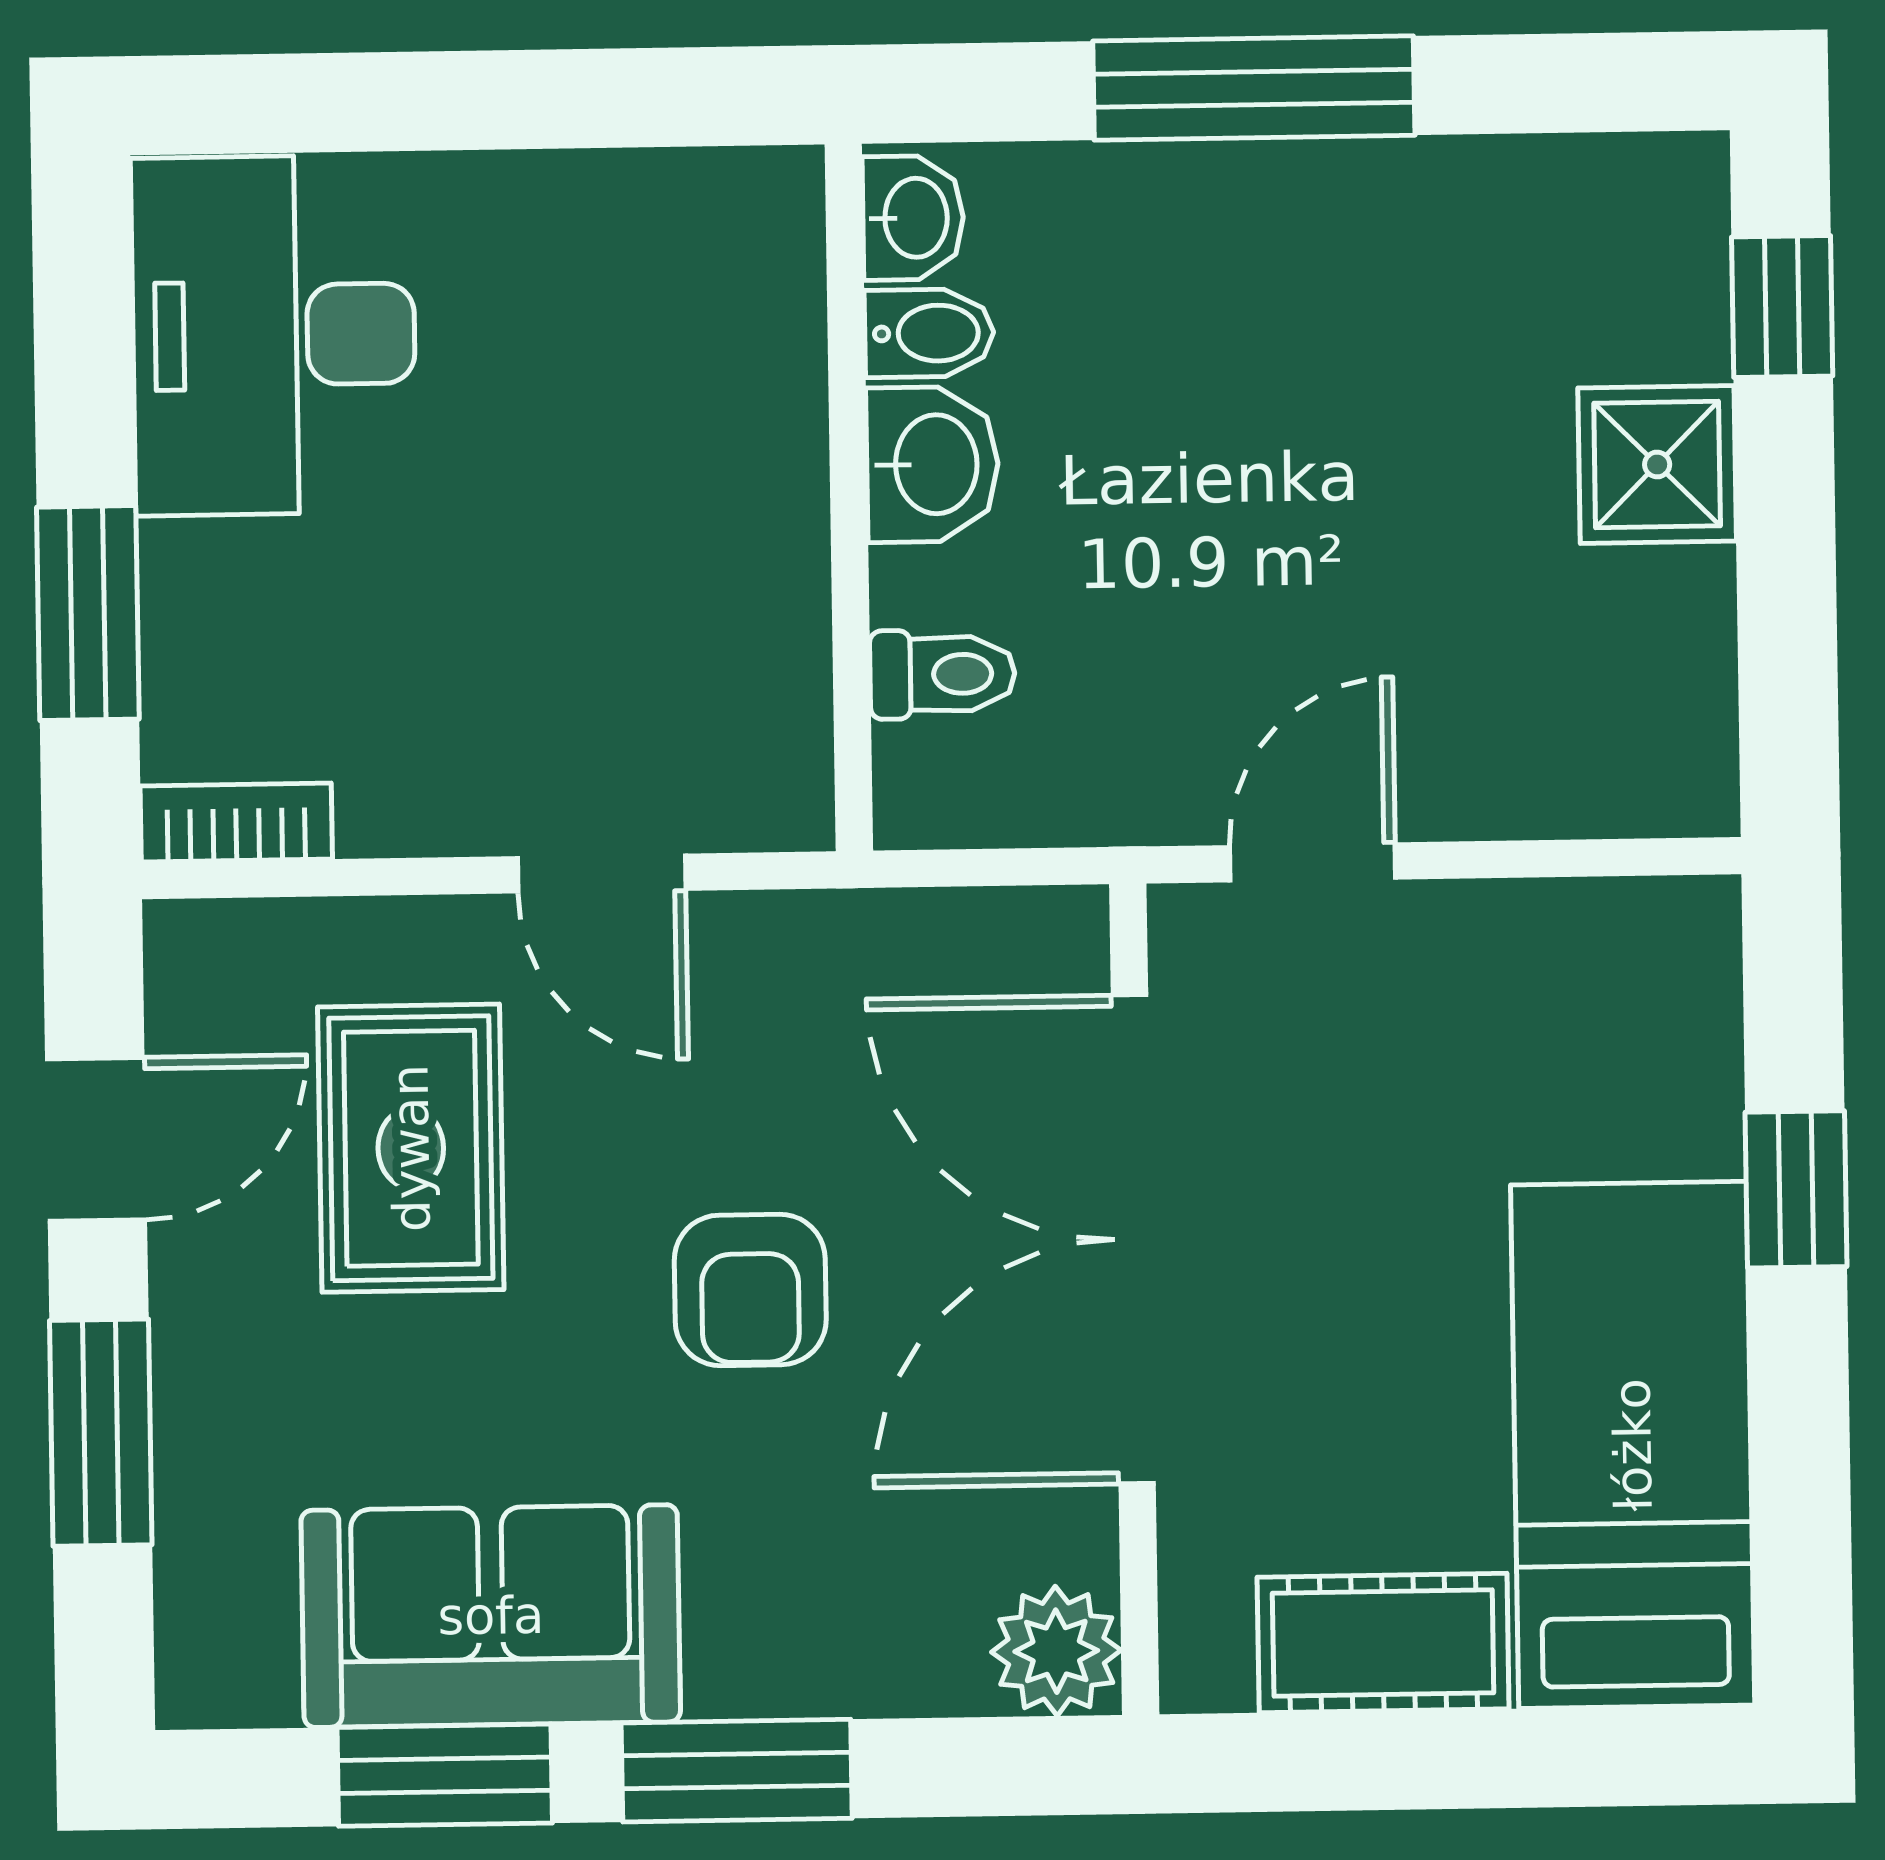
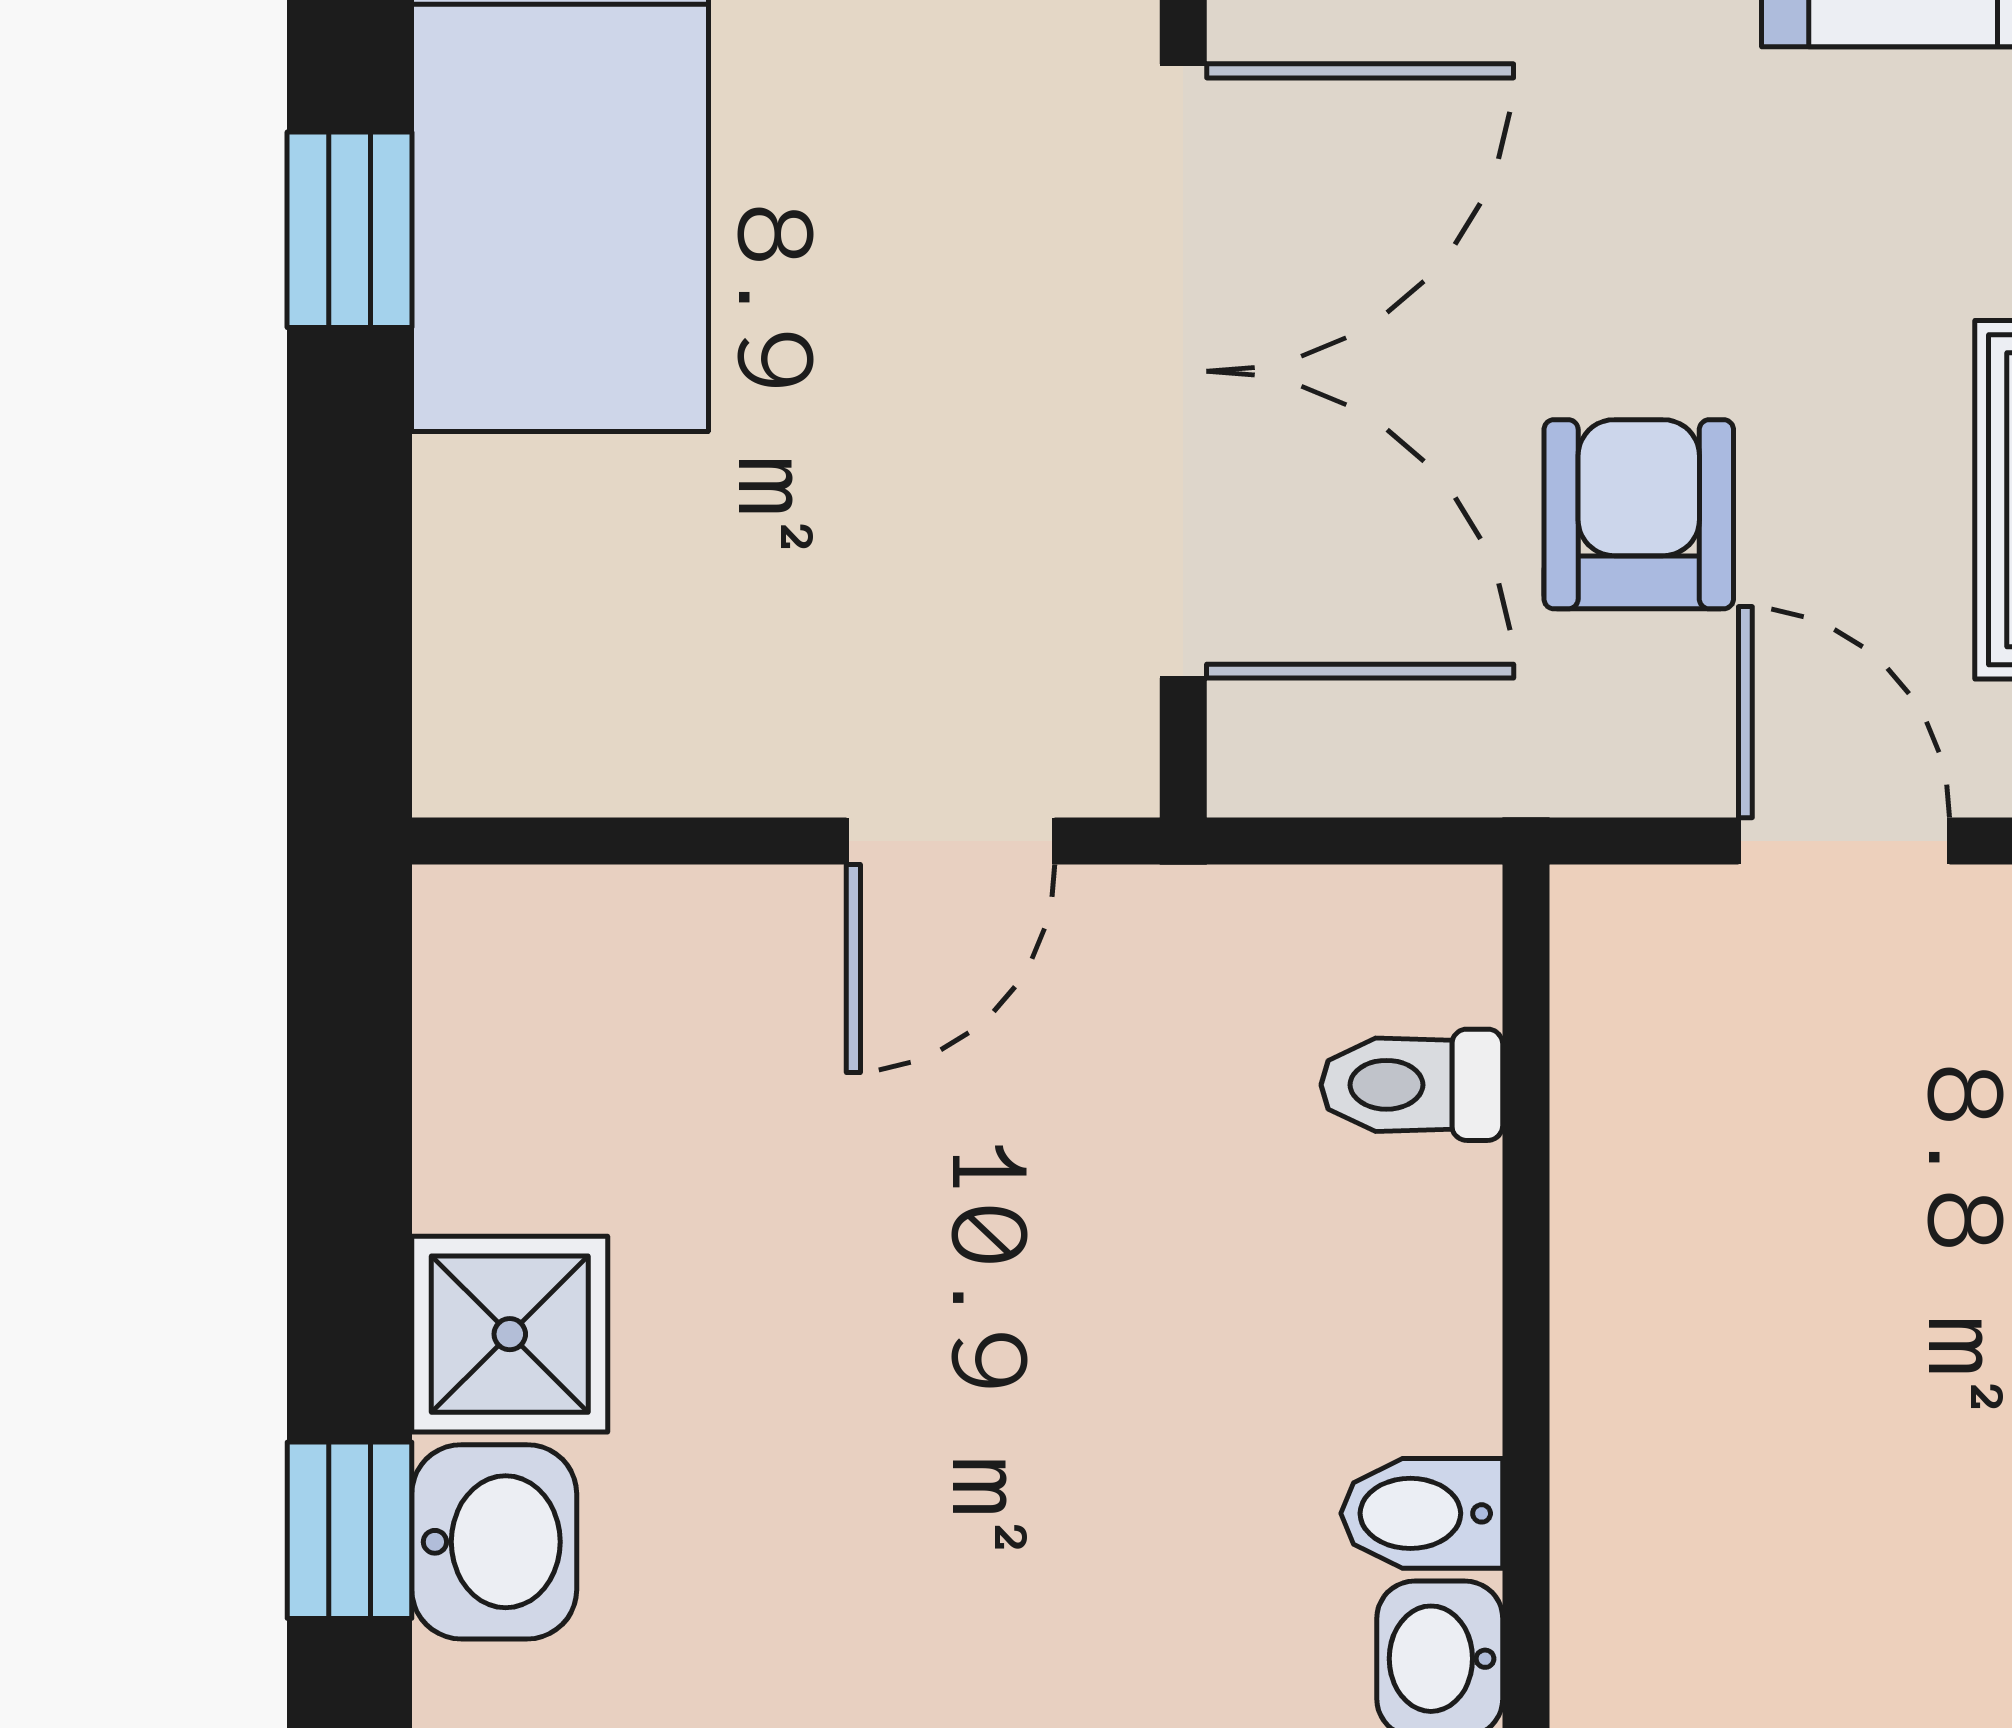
washbasin: (932, 464) -> (494, 1542), moved, turned 180
window: (1796, 1189) -> (350, 230), moved
armchair: (750, 1290) -> (1639, 514), moved

